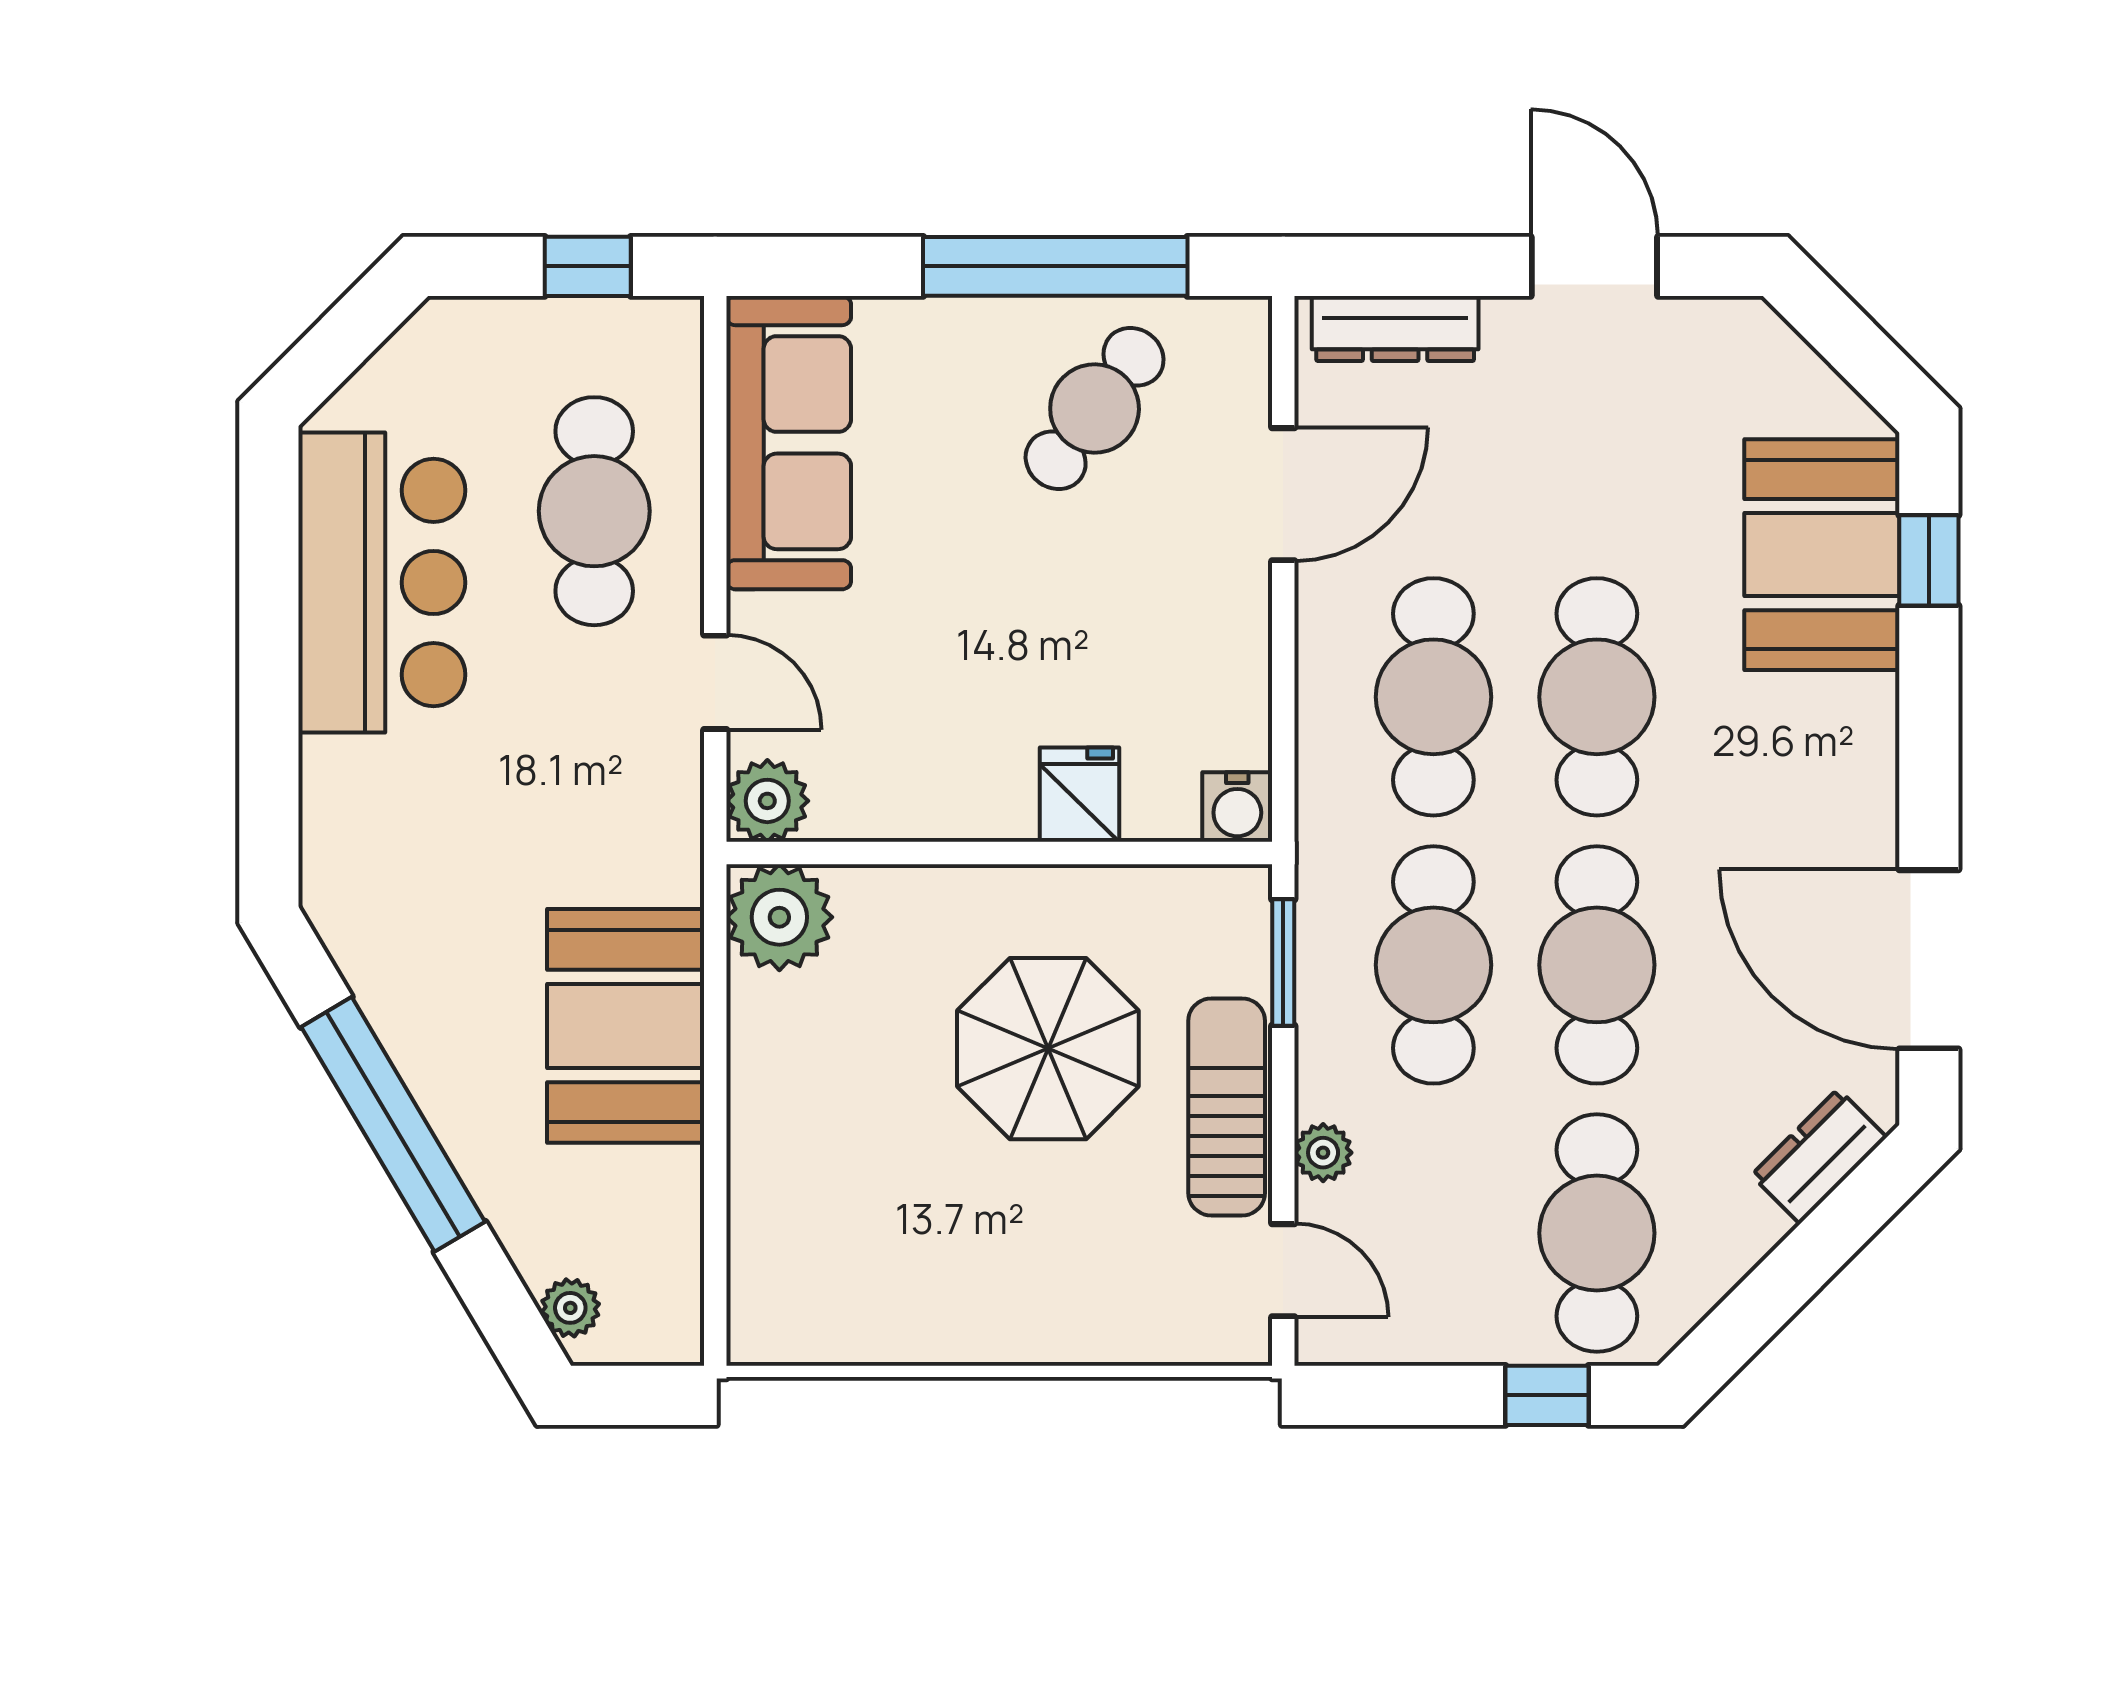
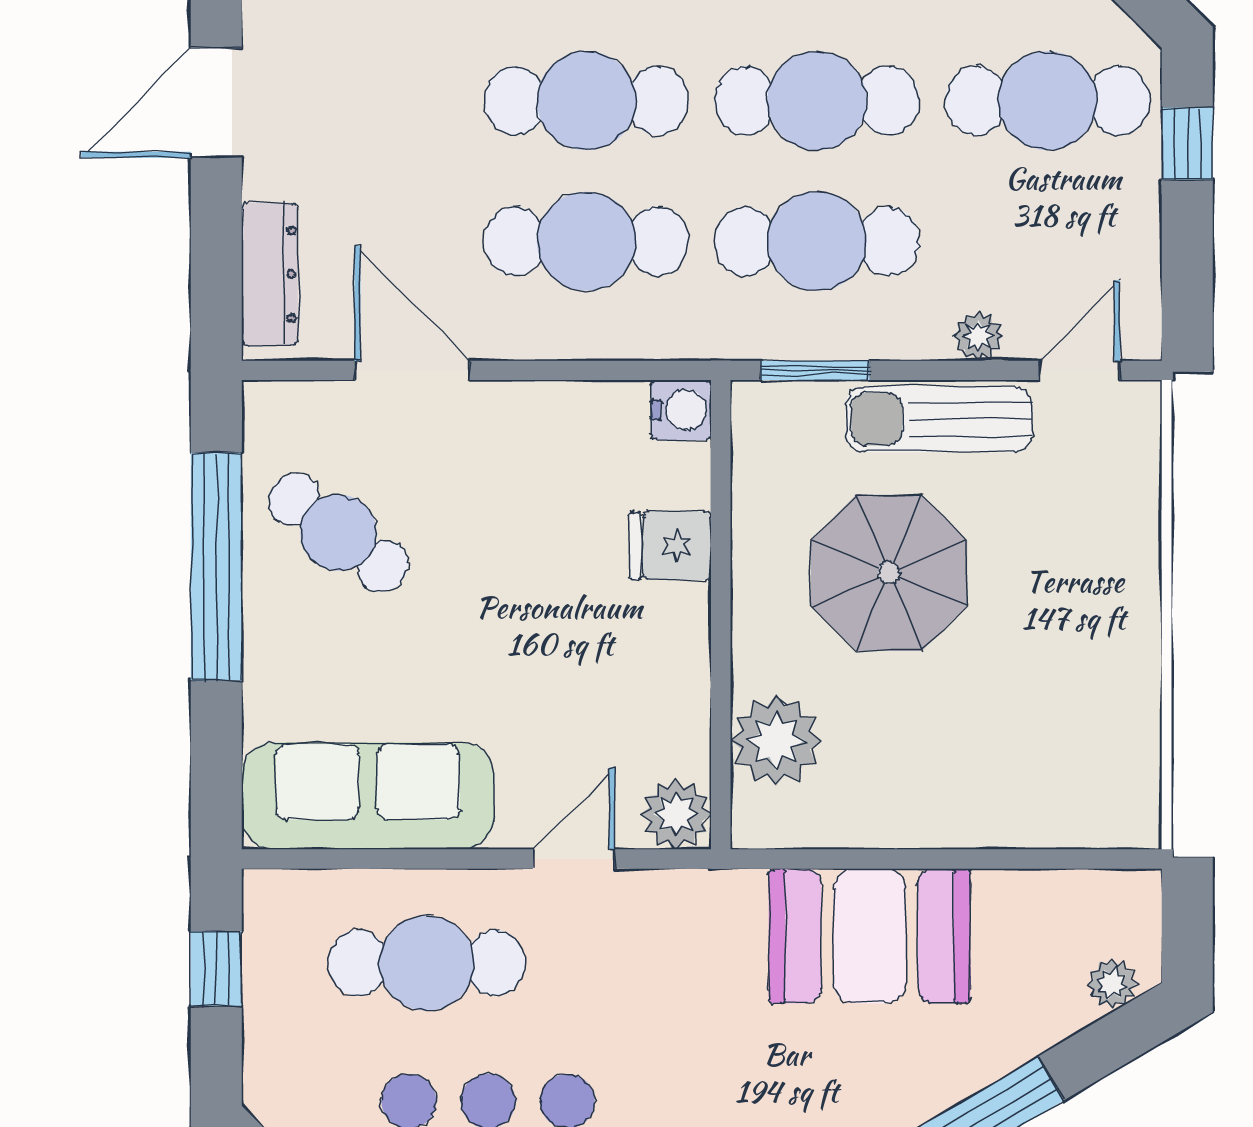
plant: (779, 917) -> (776, 740), moved

